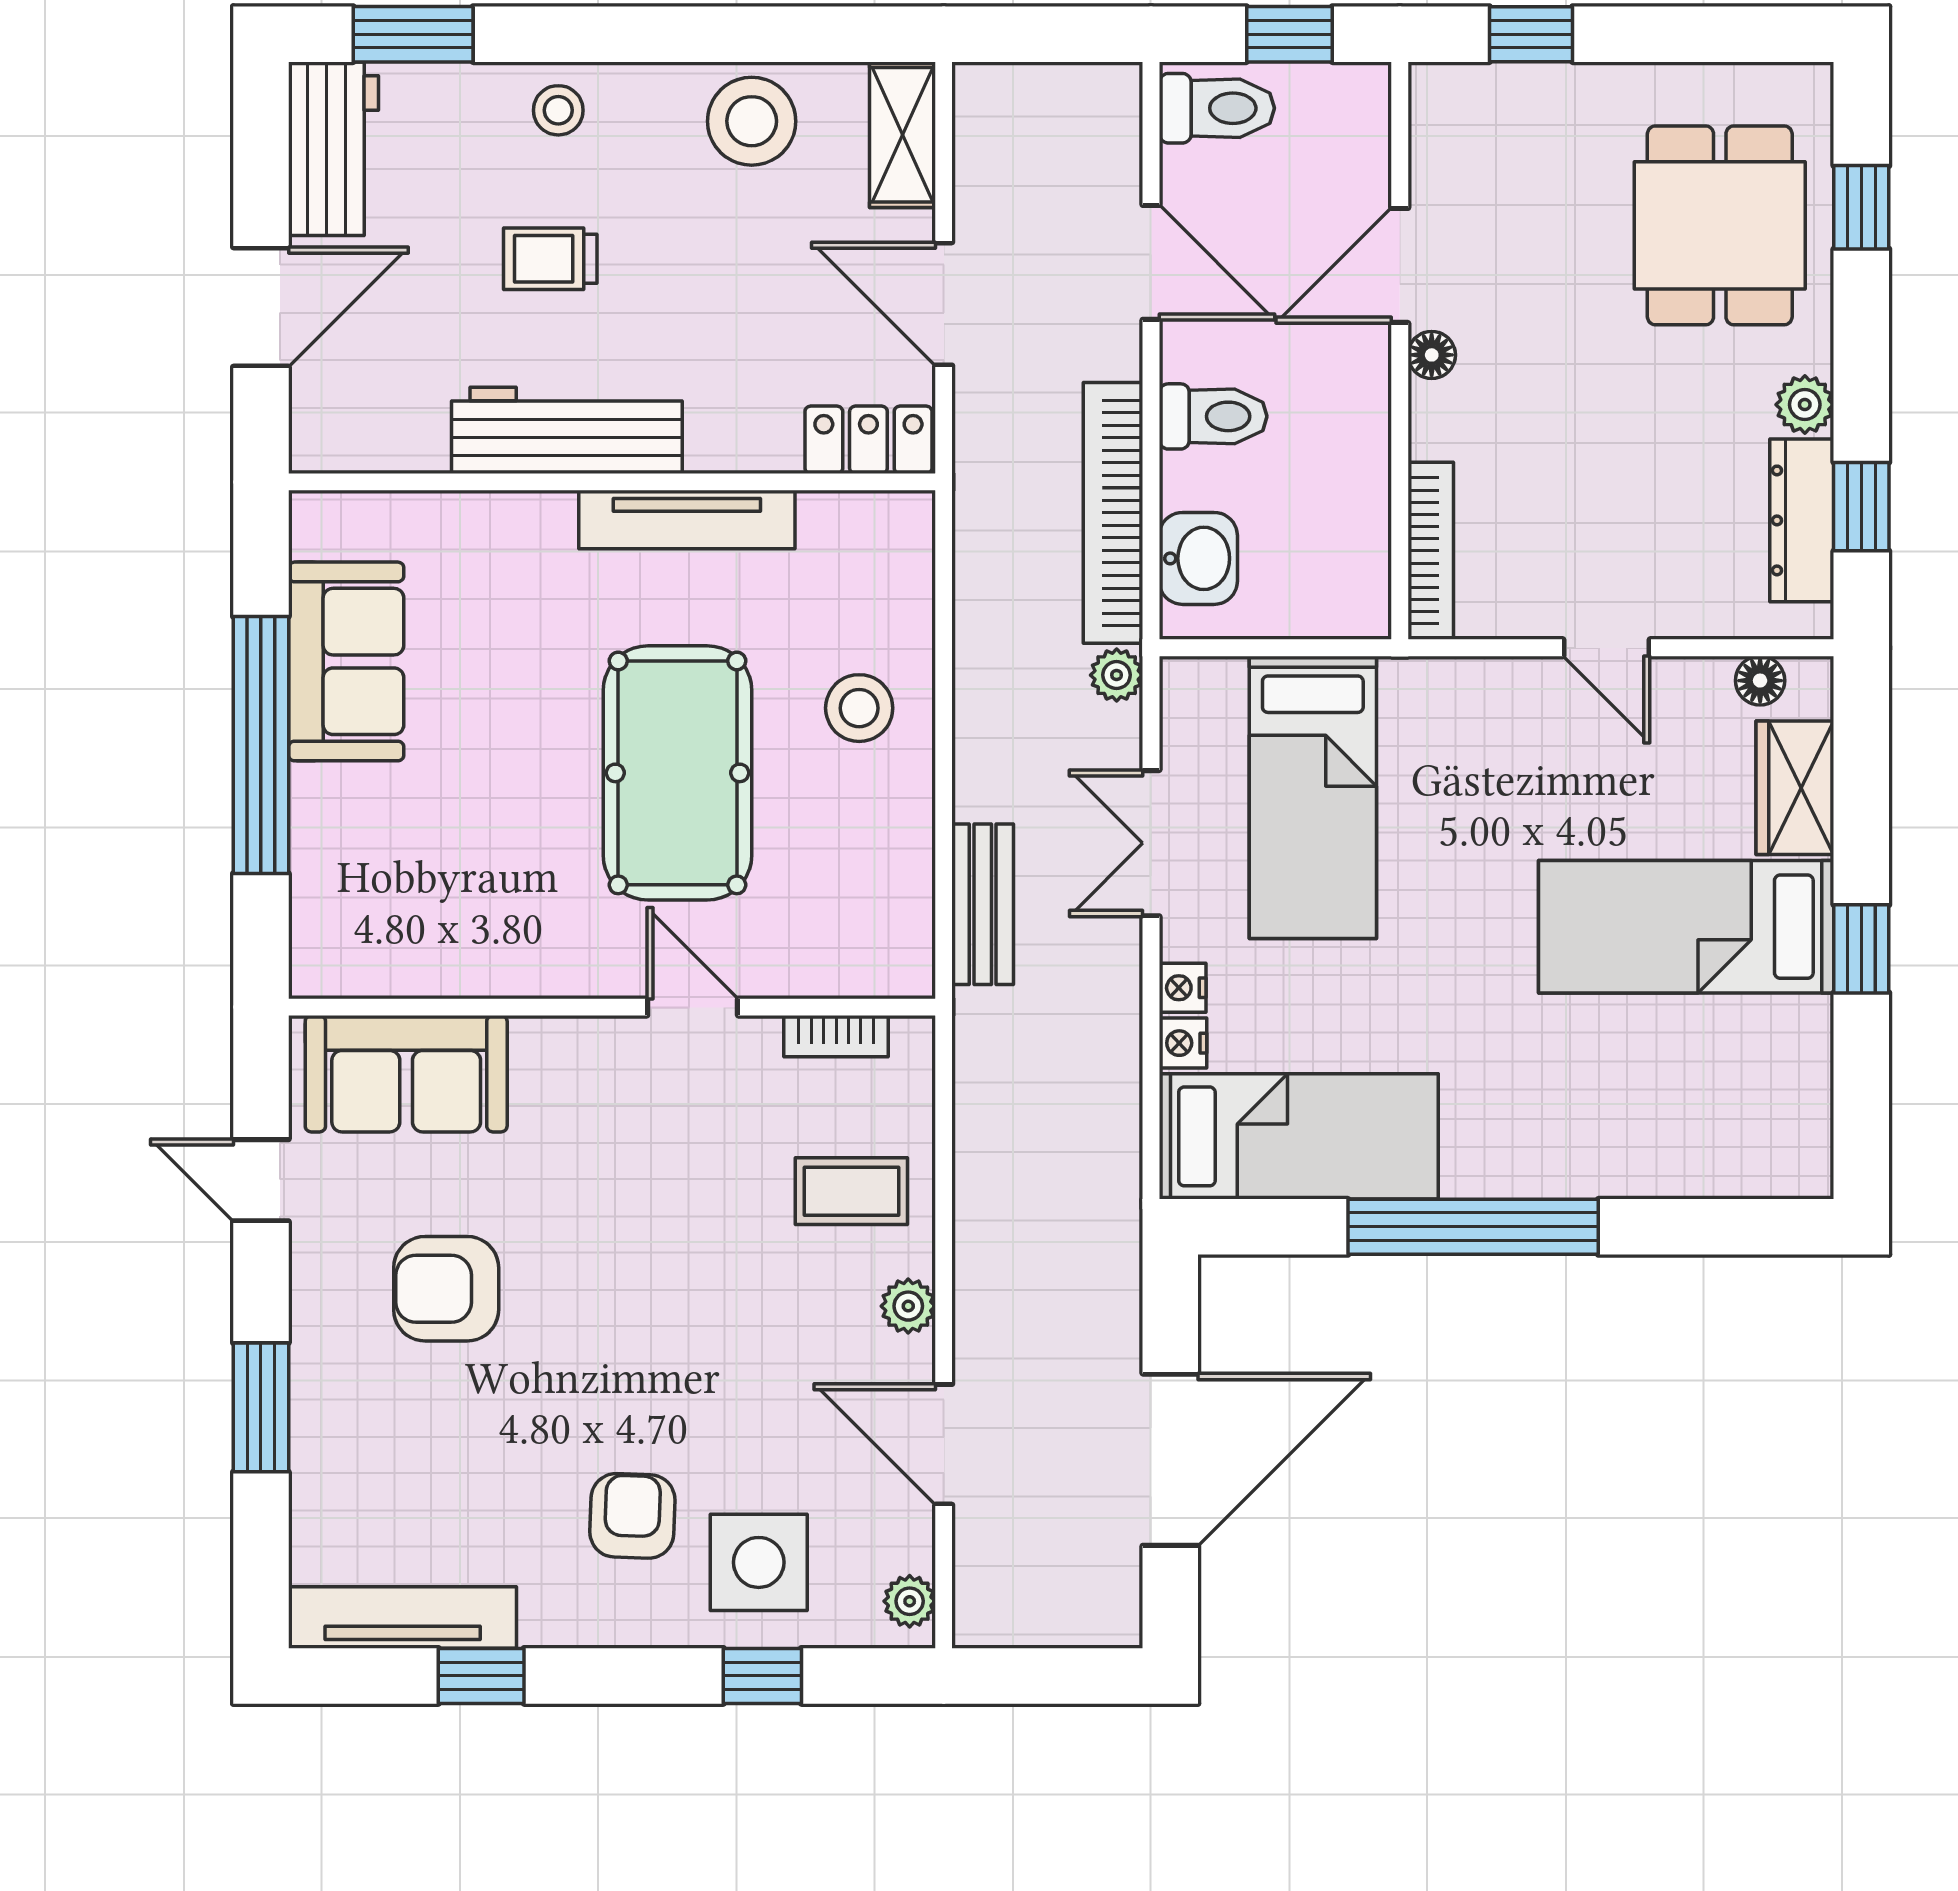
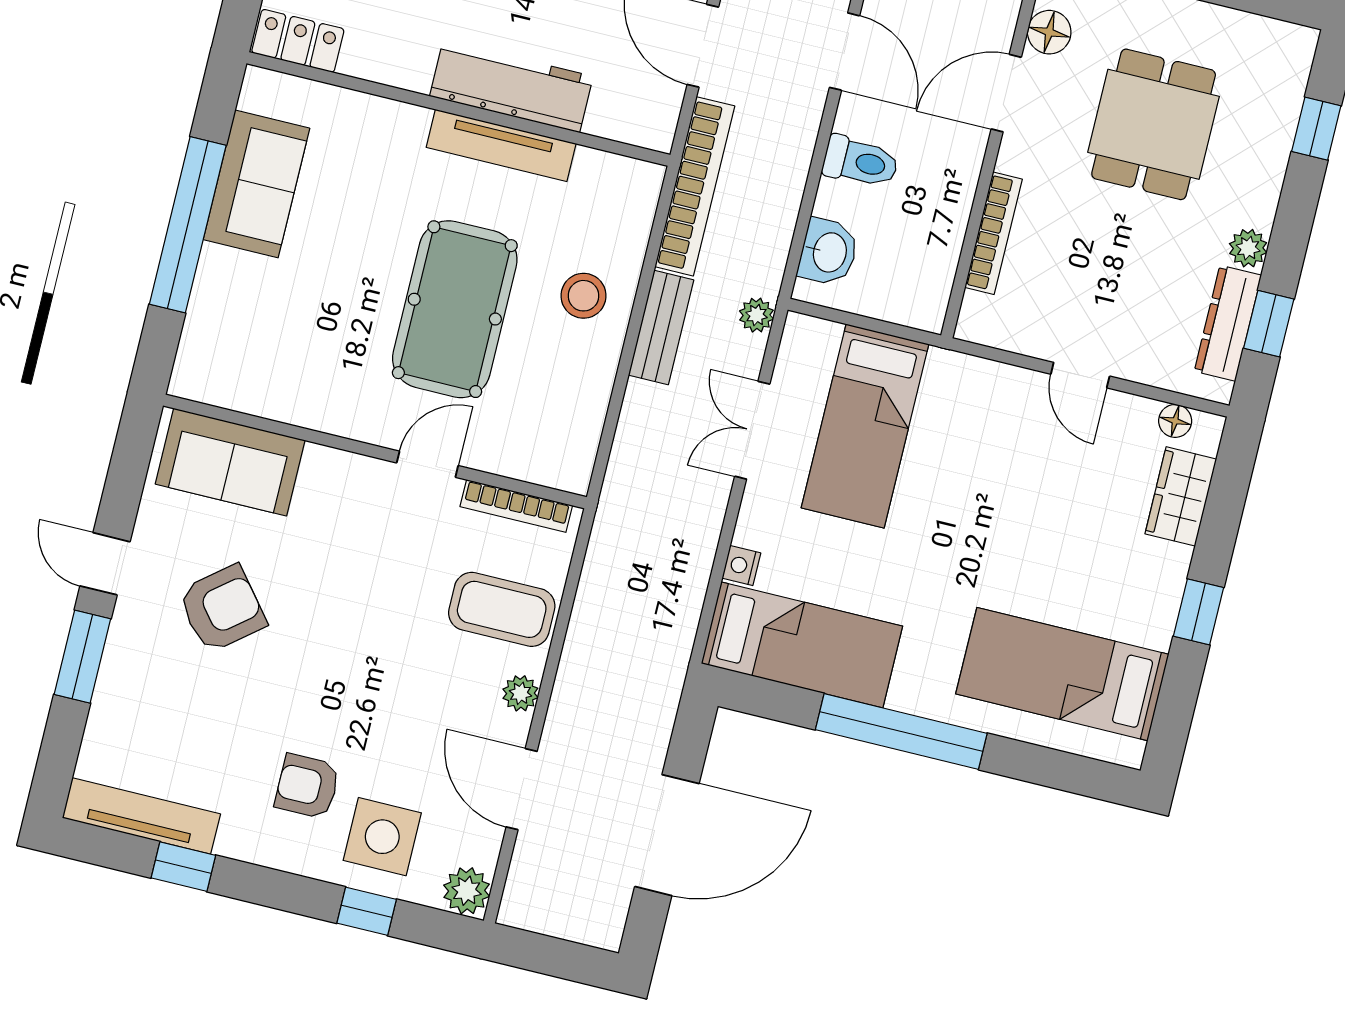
dining table: (1720, 225) -> (1154, 124), moved
floor lamp: (1432, 355) -> (1049, 32), moved, width x1.37, depth x1.37
workbench: (567, 430) -> (511, 86), moved
locker: (868, 440) -> (298, 41), moved
bookcase: (1113, 513) -> (695, 186), moved, turned 180
bookcase: (1431, 551) -> (993, 233), moved
bench: (983, 904) -> (661, 328), moved
bed: (1686, 927) -> (1062, 674), moved
nightstand: (1183, 988) -> (750, 529), removed
door: (693, 1007) -> (427, 464), hinge flipped
bookcase: (836, 1036) -> (516, 506), width x1.56
door: (261, 1180) -> (105, 564), moved
coffee table: (851, 1191) -> (502, 609), width x1.36, depth x1.30
armchair: (446, 1289) -> (222, 609), turned 141
armchair: (632, 1516) -> (307, 786), turned -92
plant: (910, 1601) -> (467, 891), width x1.38, depth x1.38

